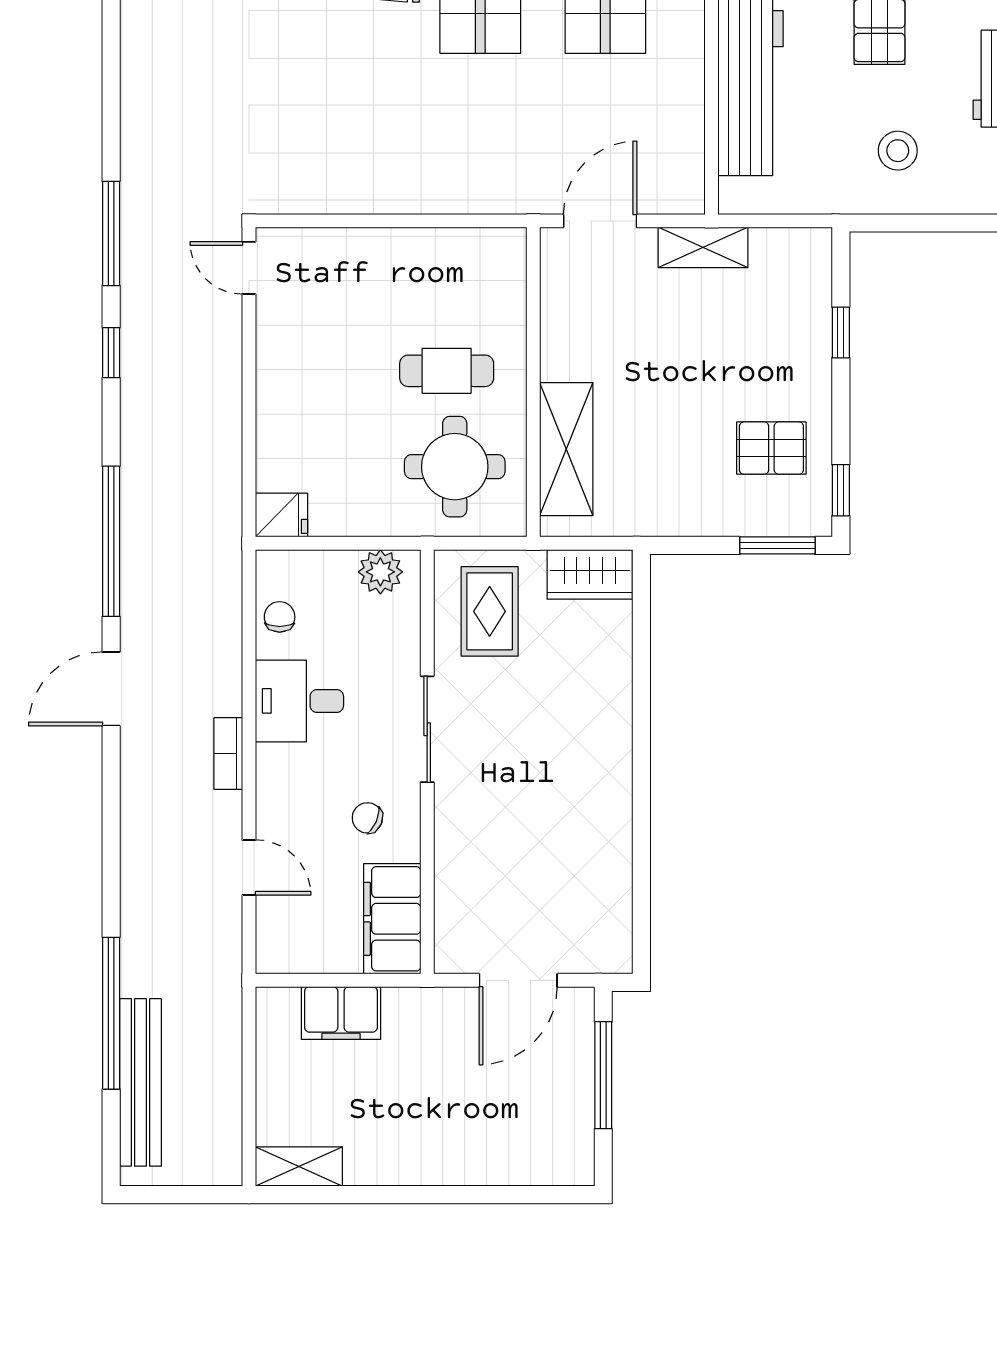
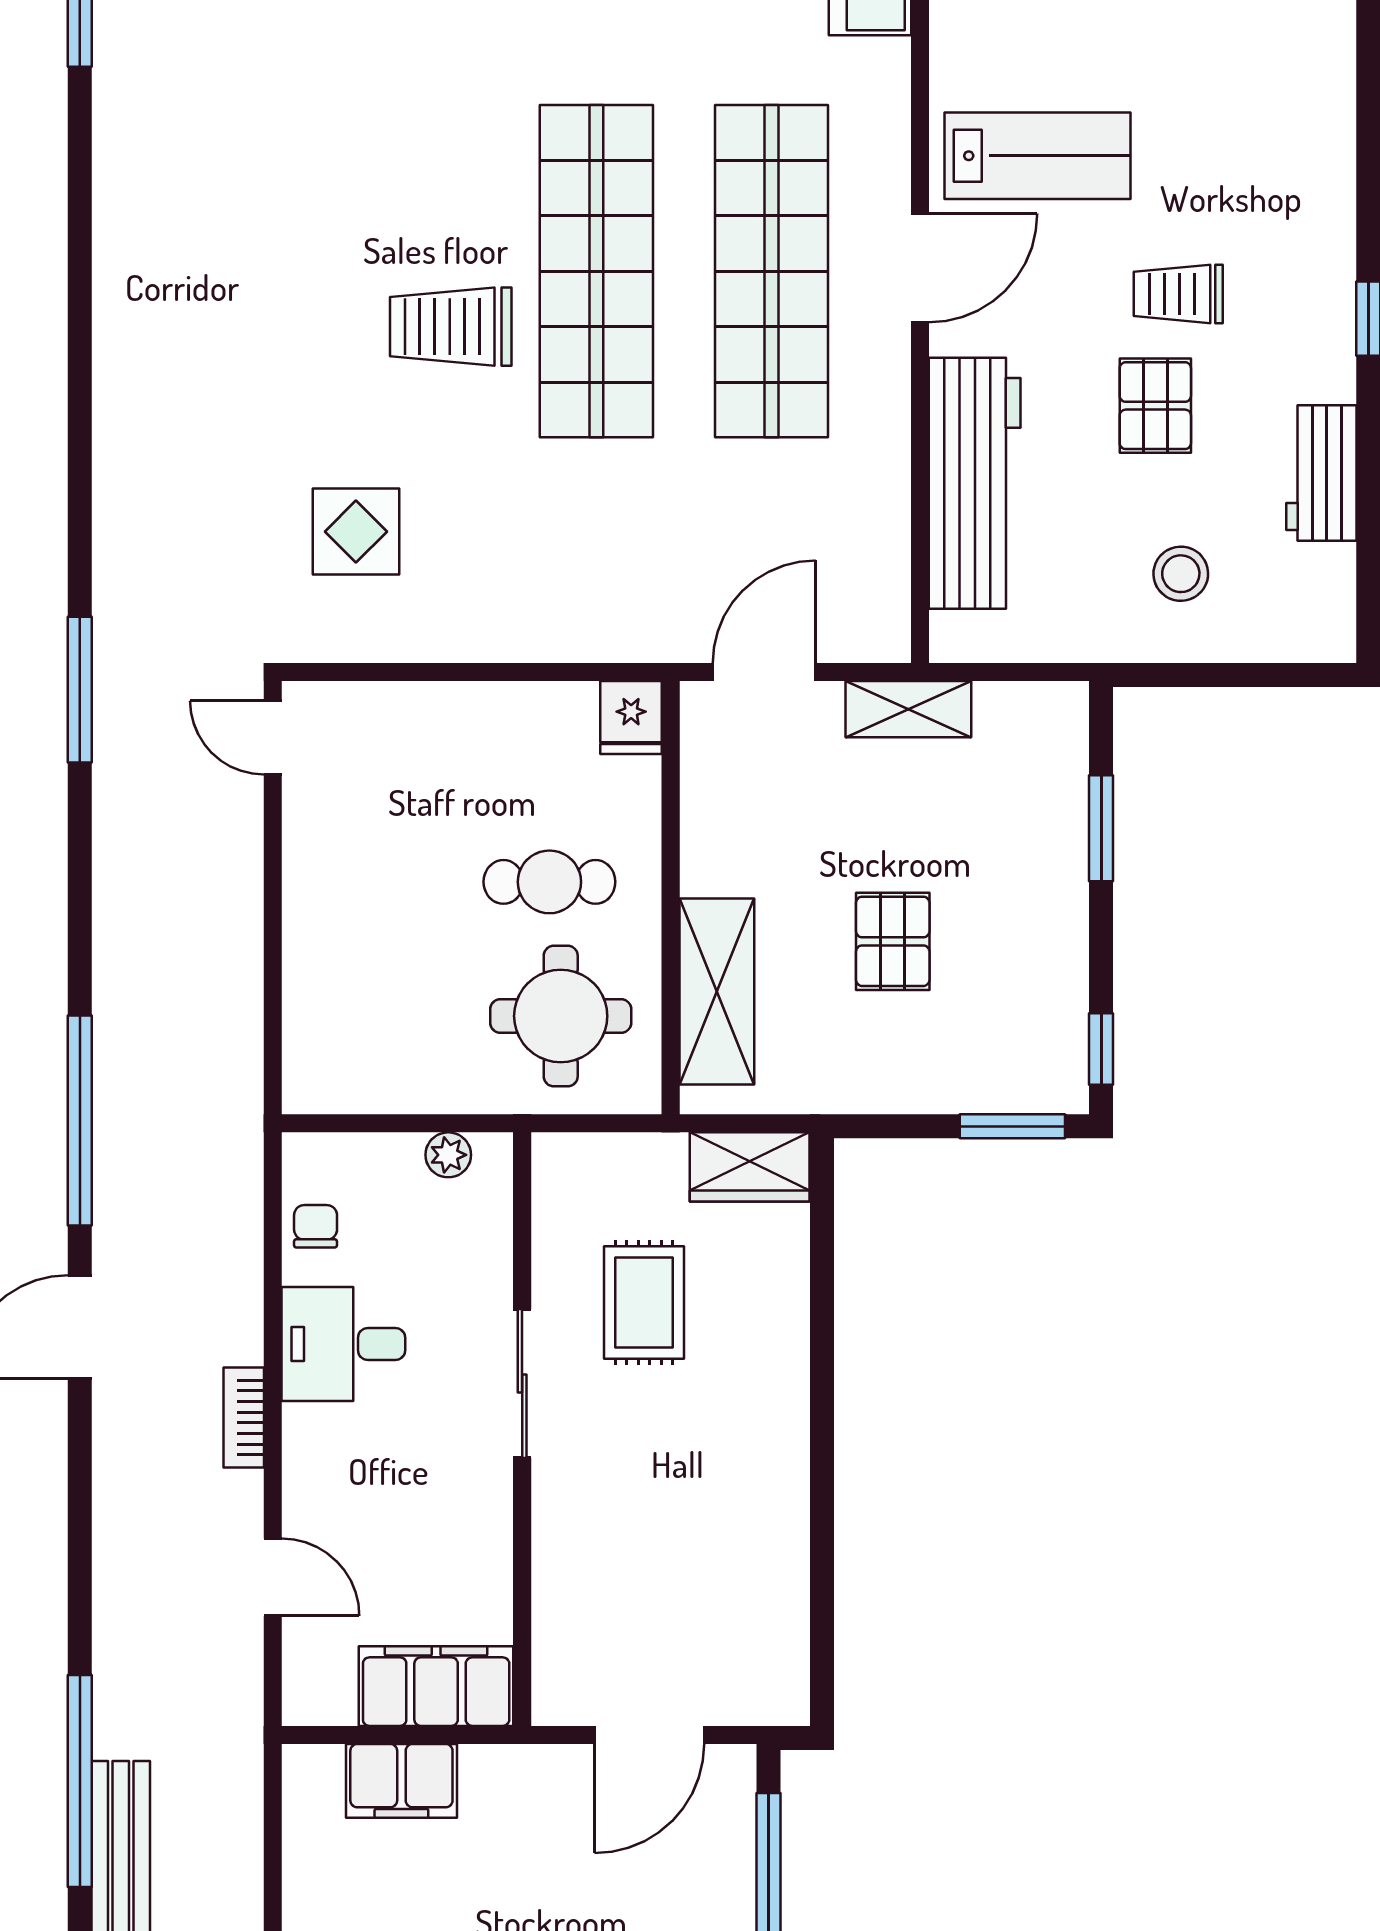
display table: (308, 121) -> (356, 532), added
window: (841, 333) -> (1101, 828), width x1.50
window: (111, 353) -> (80, 857), removed
pallet: (771, 448) -> (893, 941), moved, turned 90
fridge: (281, 515) -> (631, 717), moved, turned 90
plant: (380, 572) -> (448, 1155), width x0.73, depth x0.73
rug: (490, 611) -> (644, 1302), moved
chair: (367, 818) -> (438, 1508), removed
filing cabinet: (392, 919) -> (436, 1686), moved, turned 90

